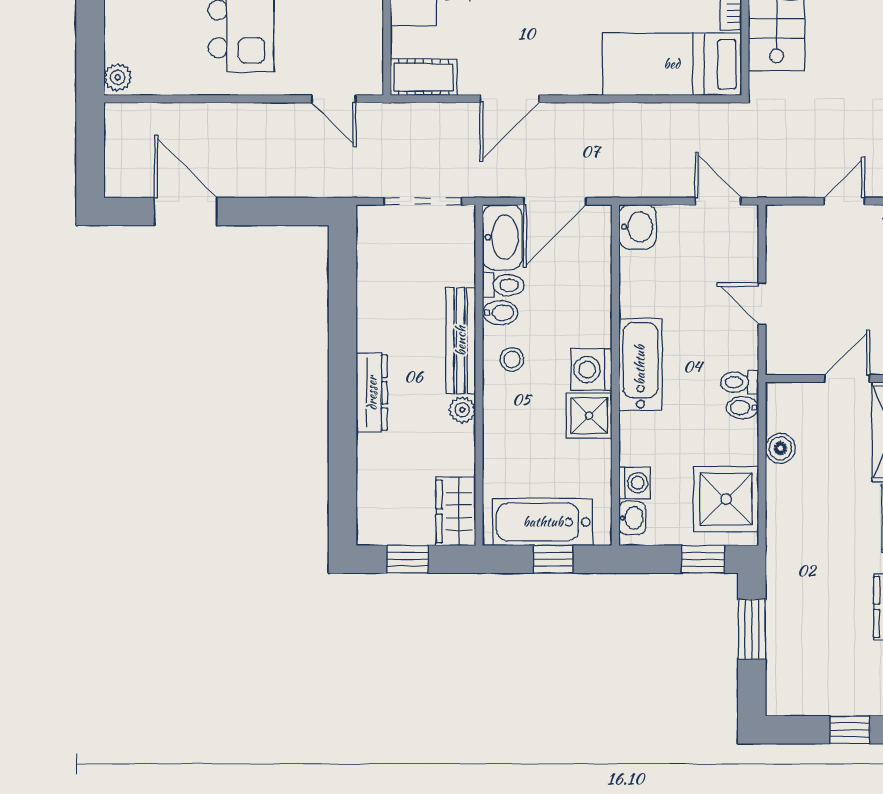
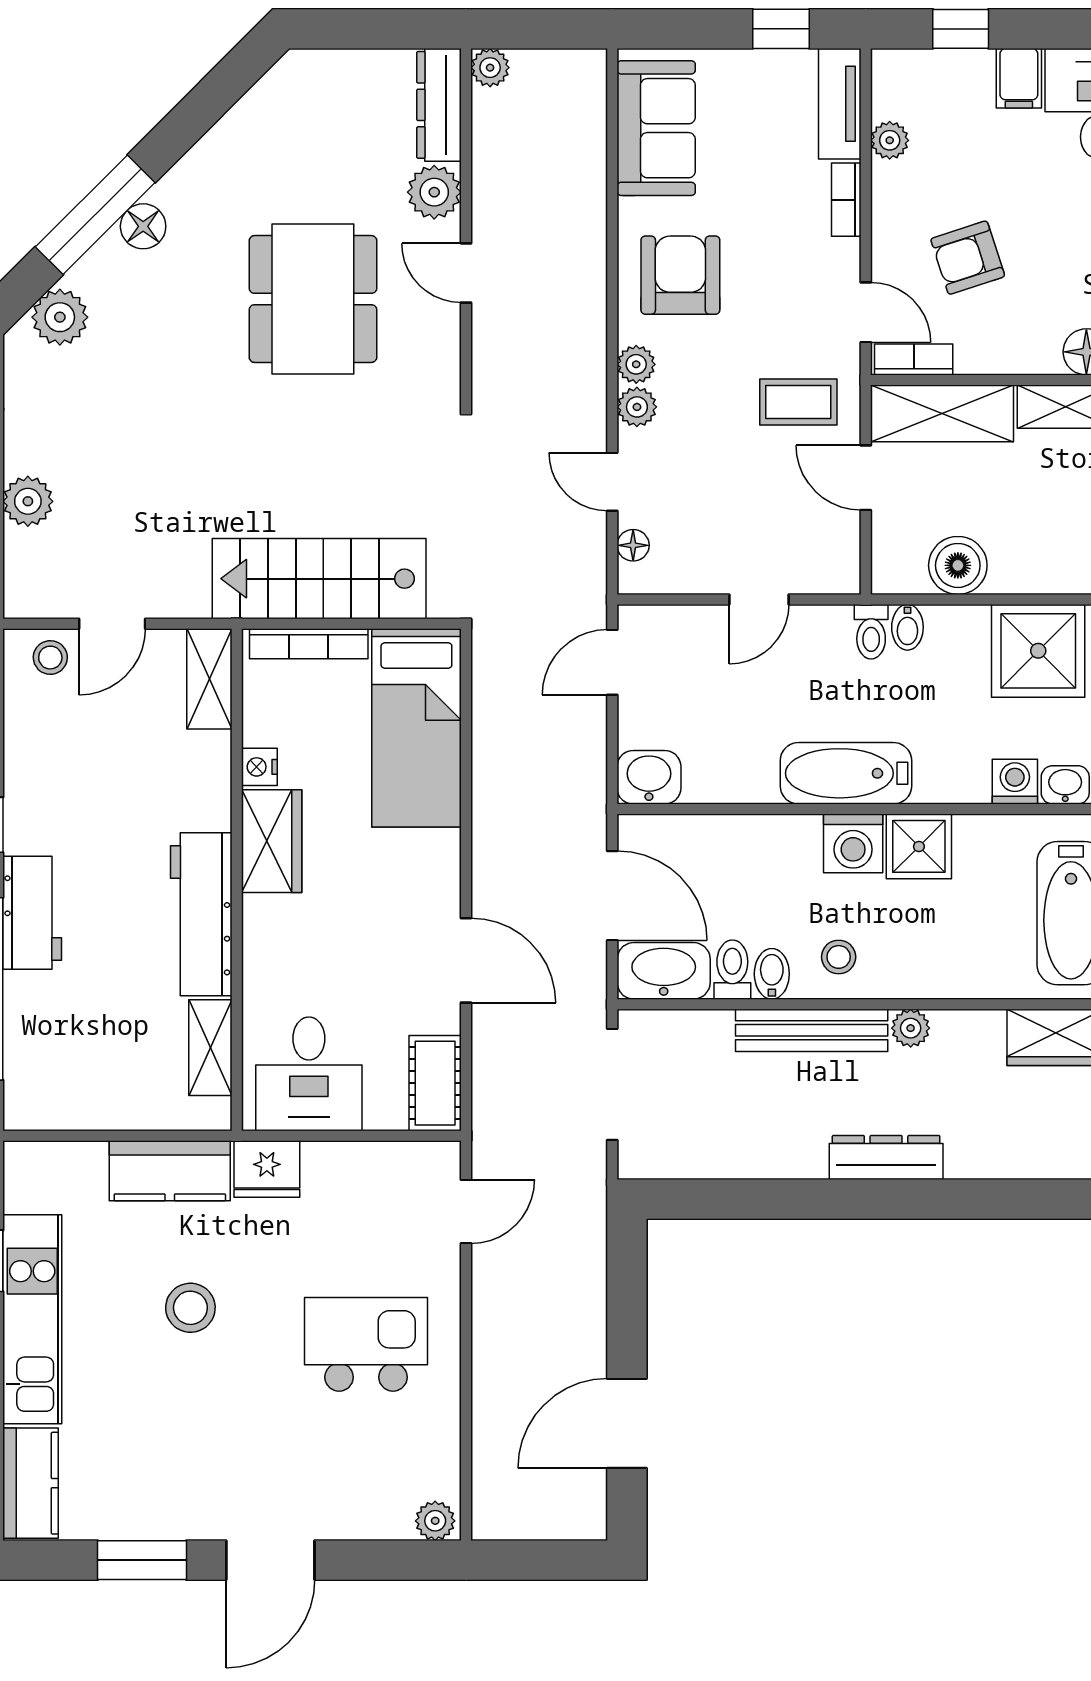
floor lamp: (800, 216) -> (633, 545), added
boiler: (780, 448) -> (958, 565), width x1.36, depth x1.36

